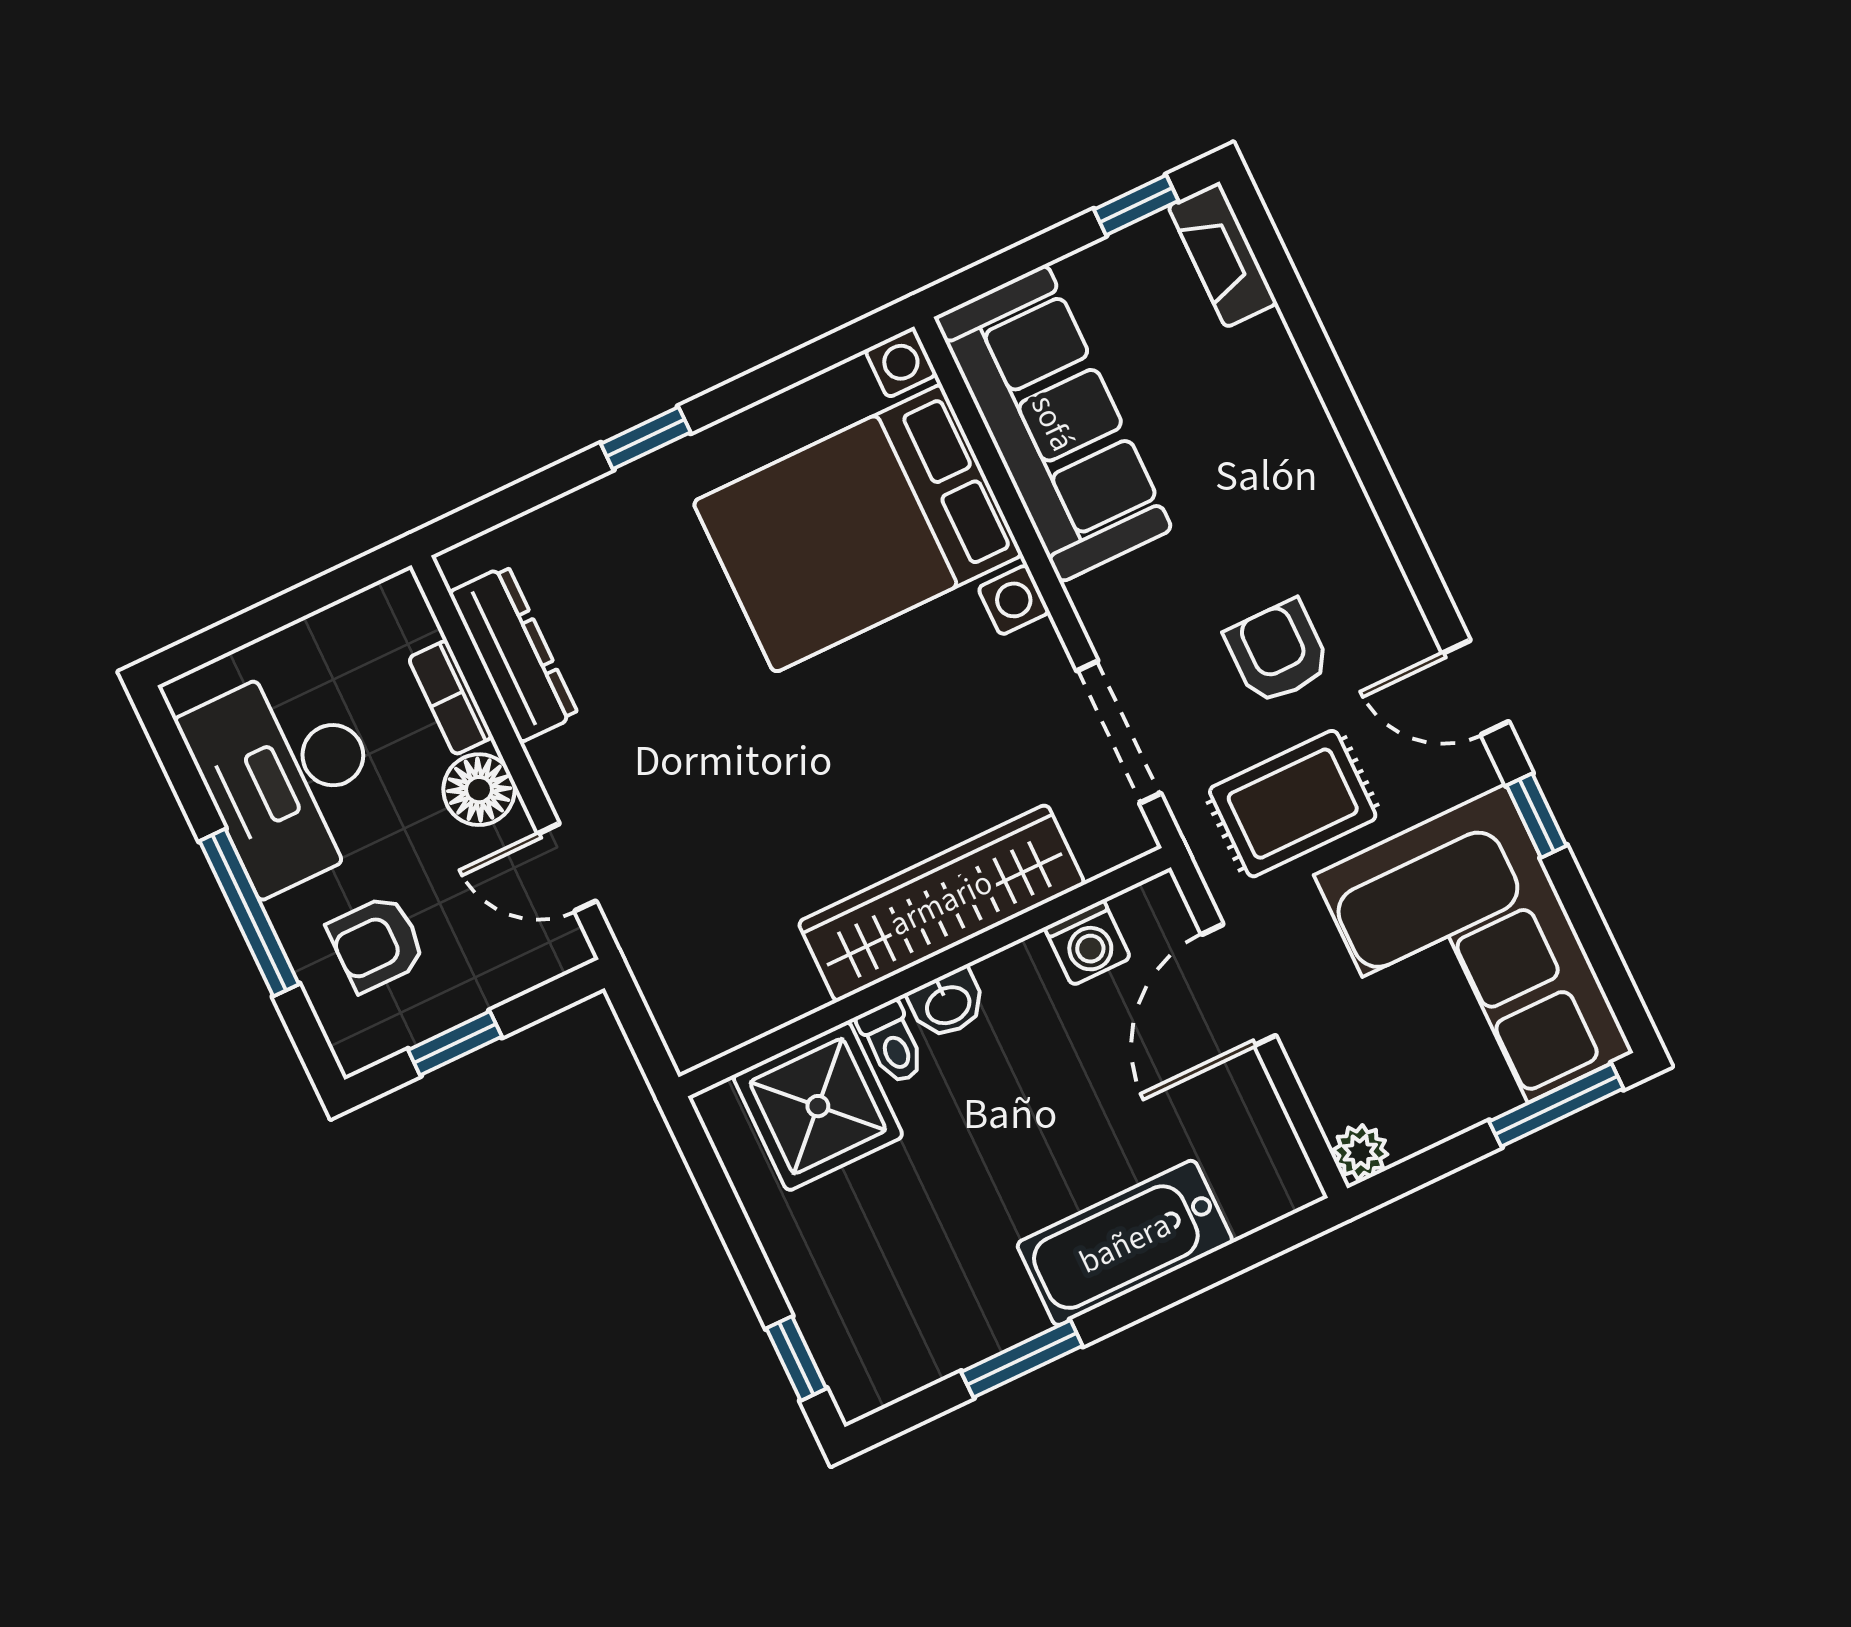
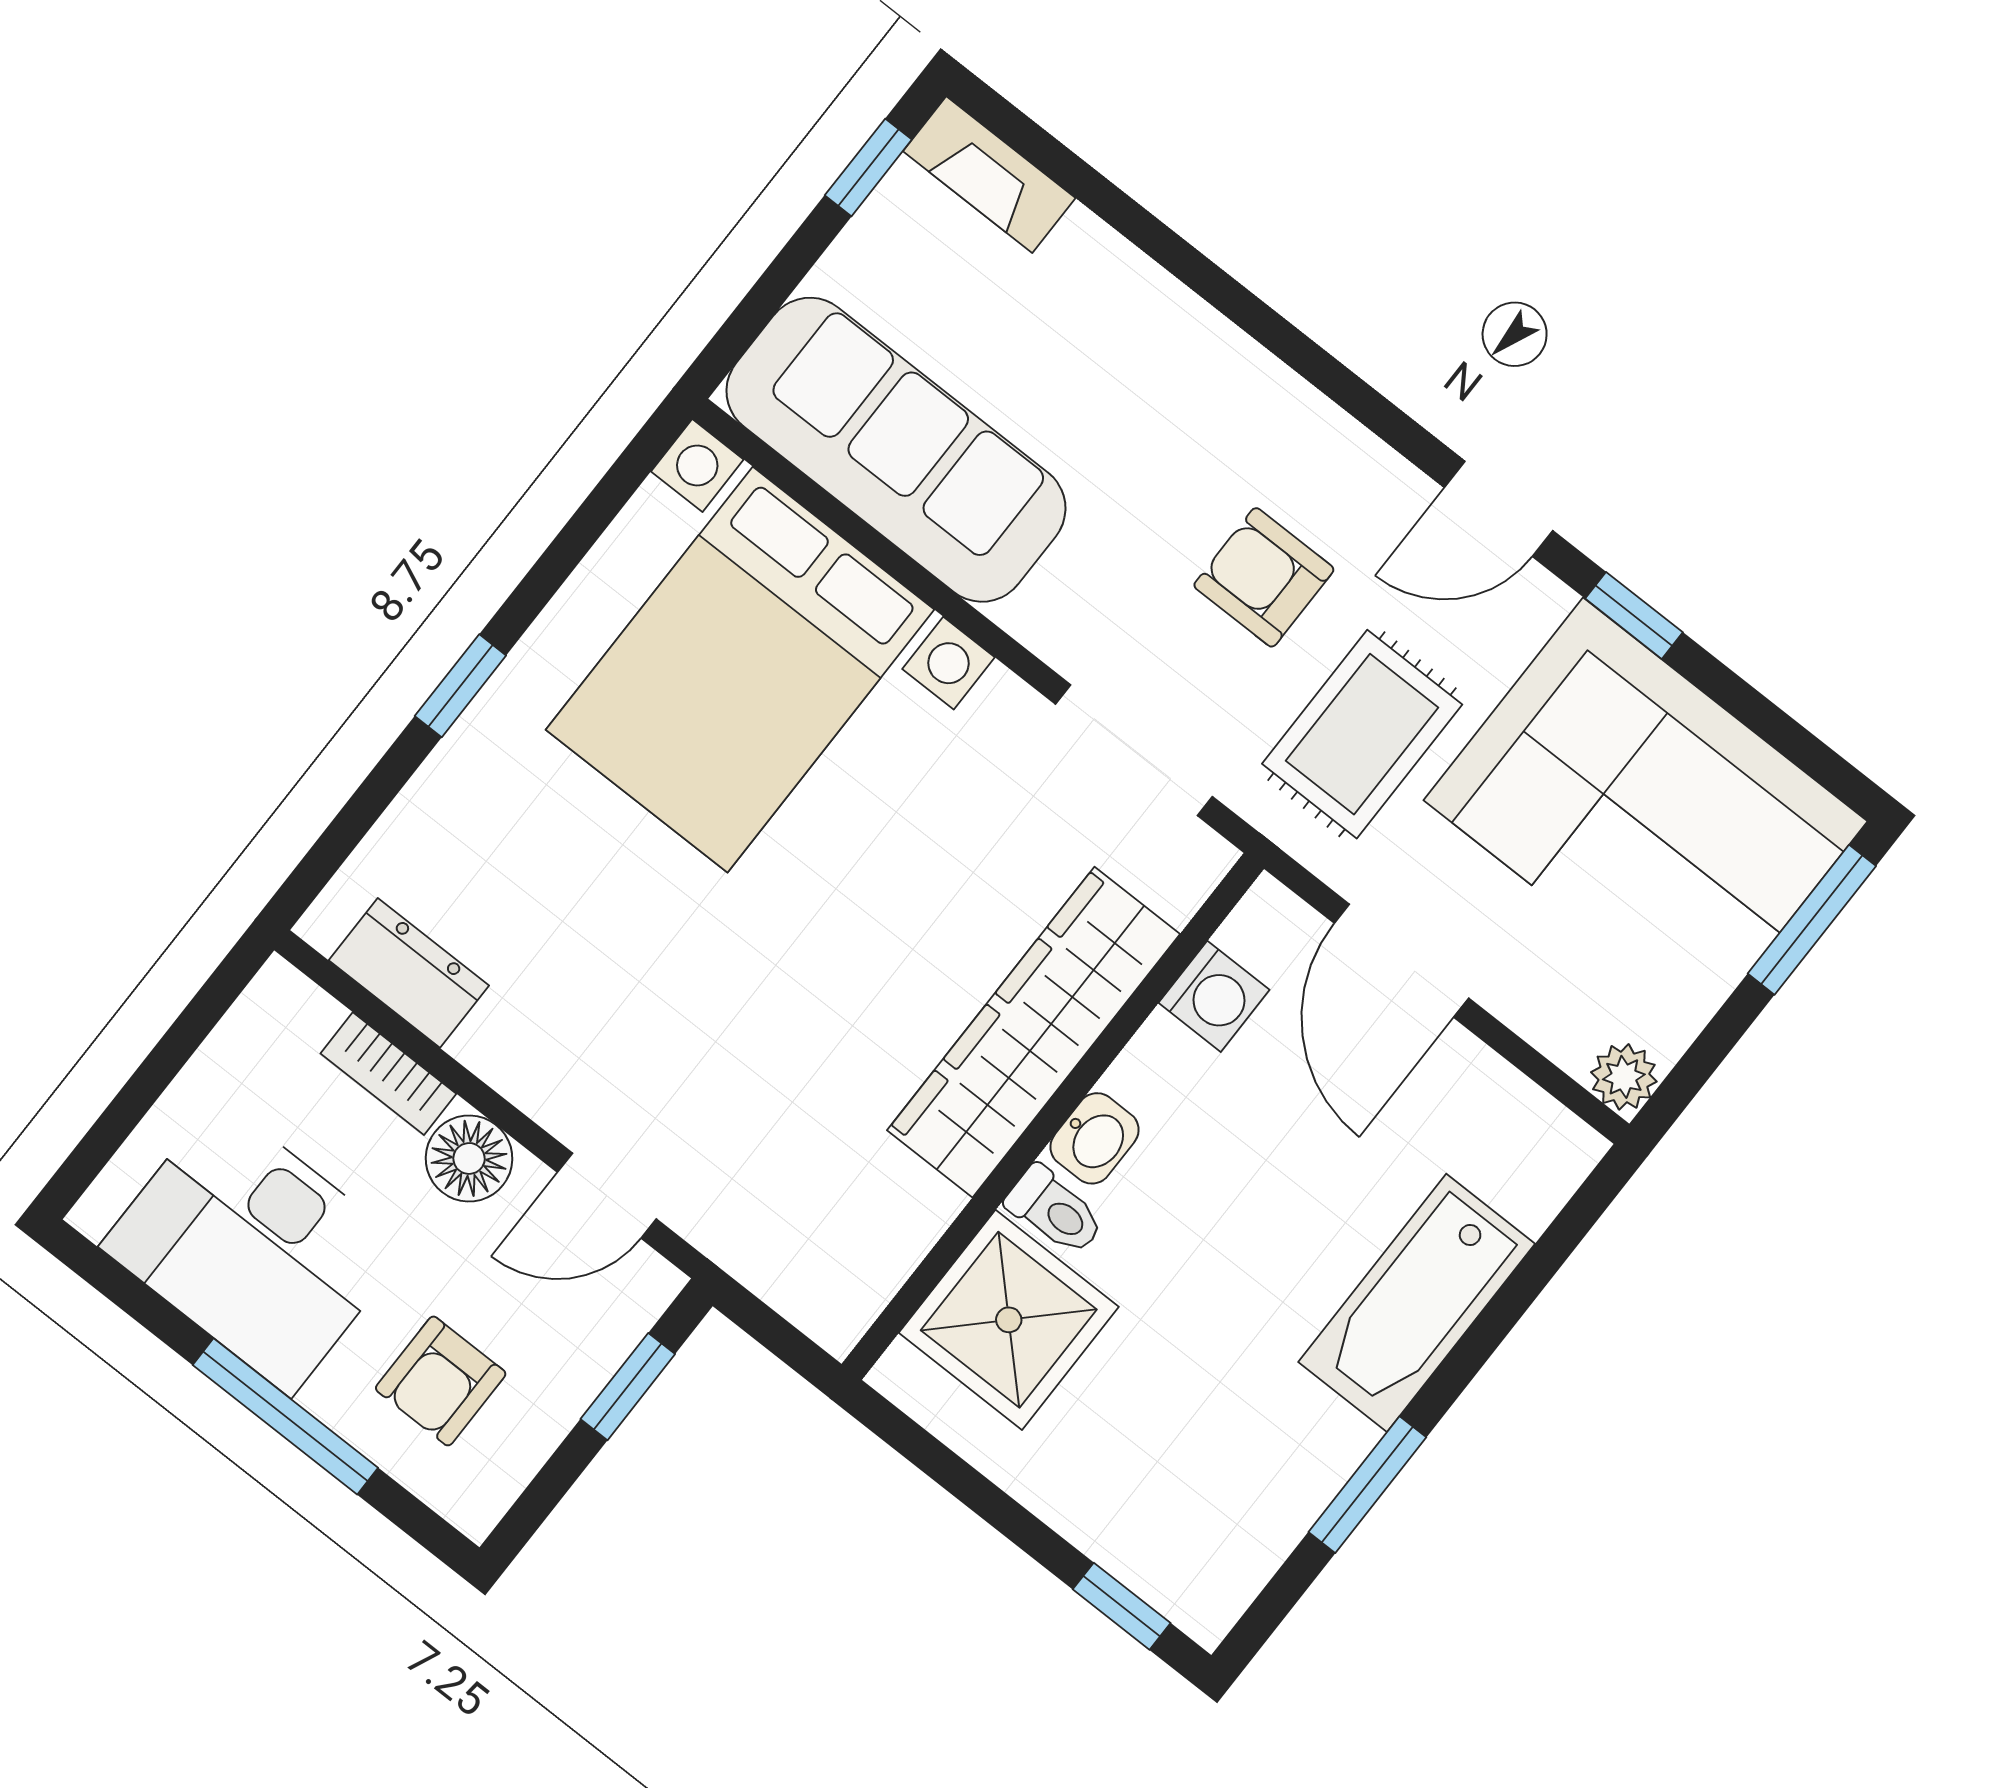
dresser: (514, 654) -> (409, 973), width x0.70
window: (455, 1043) -> (628, 1387), moved

